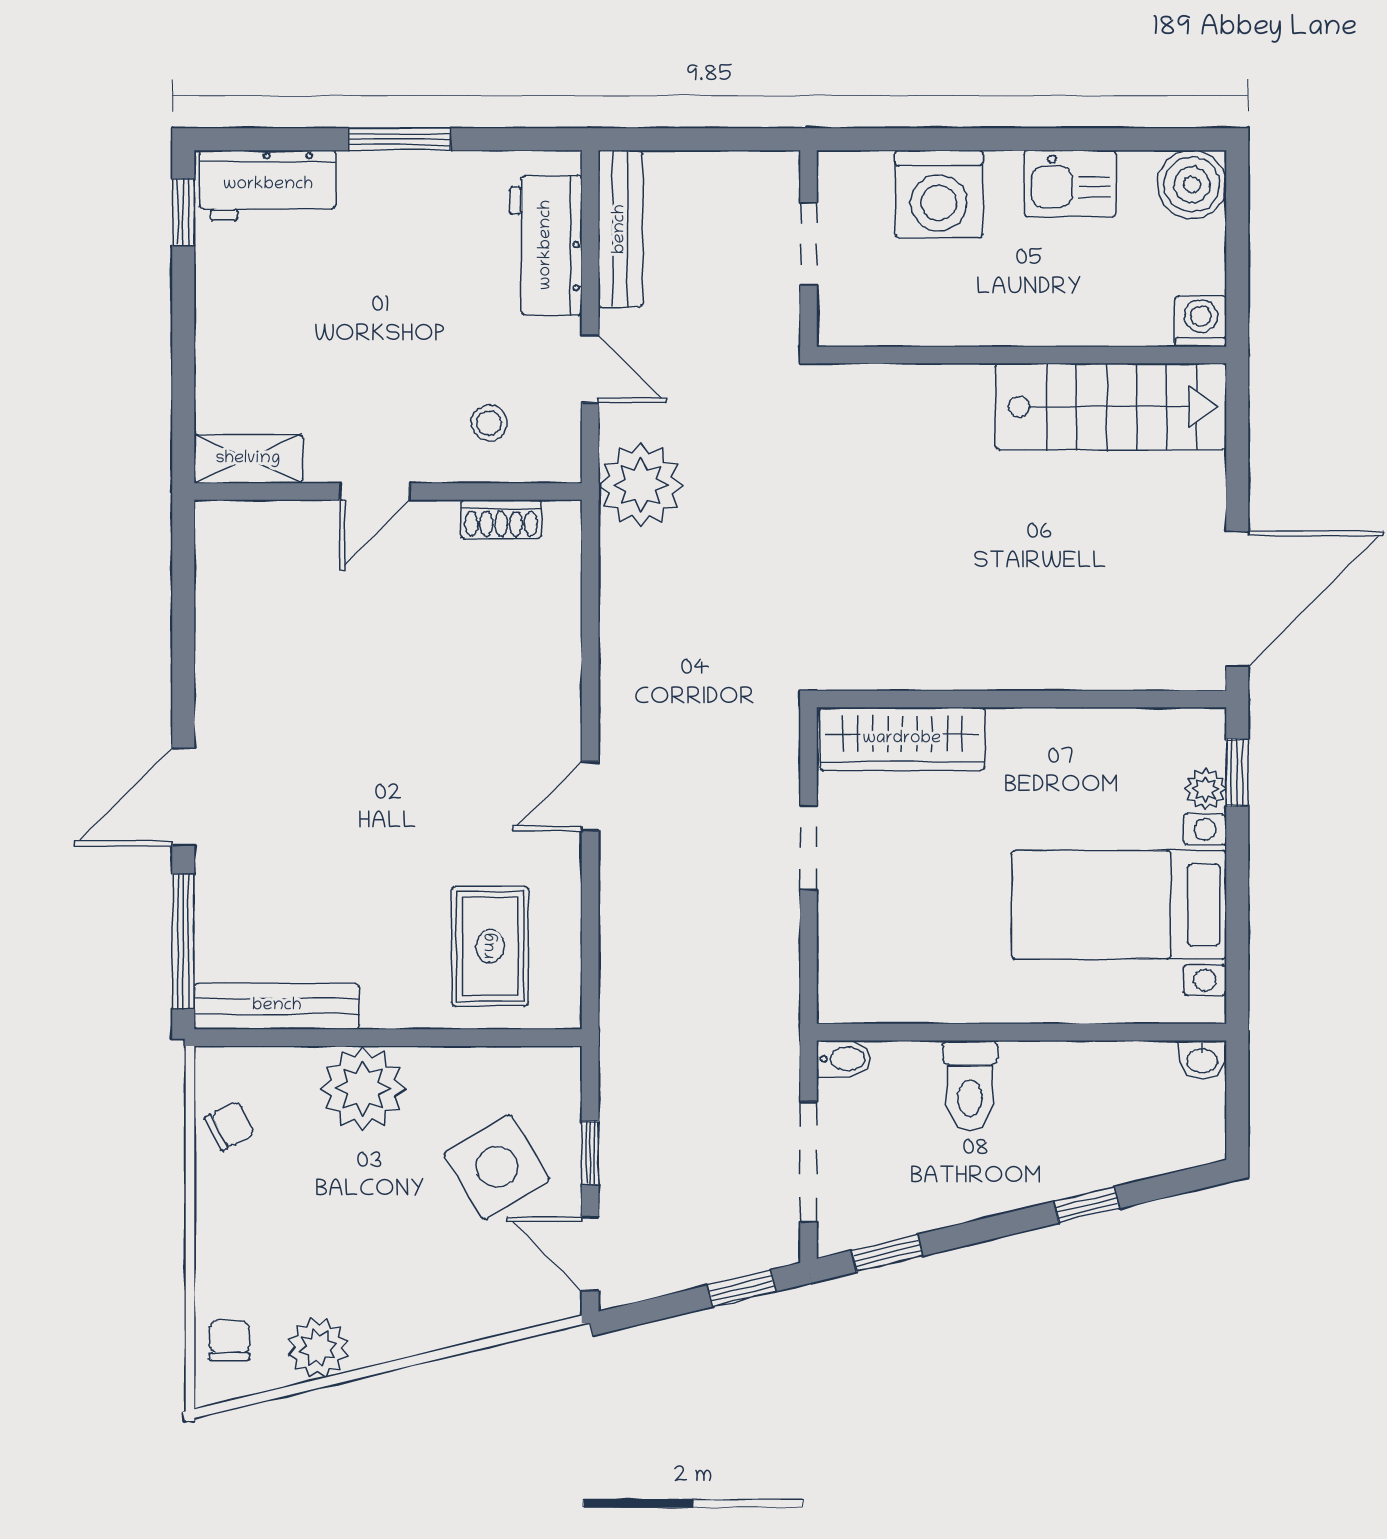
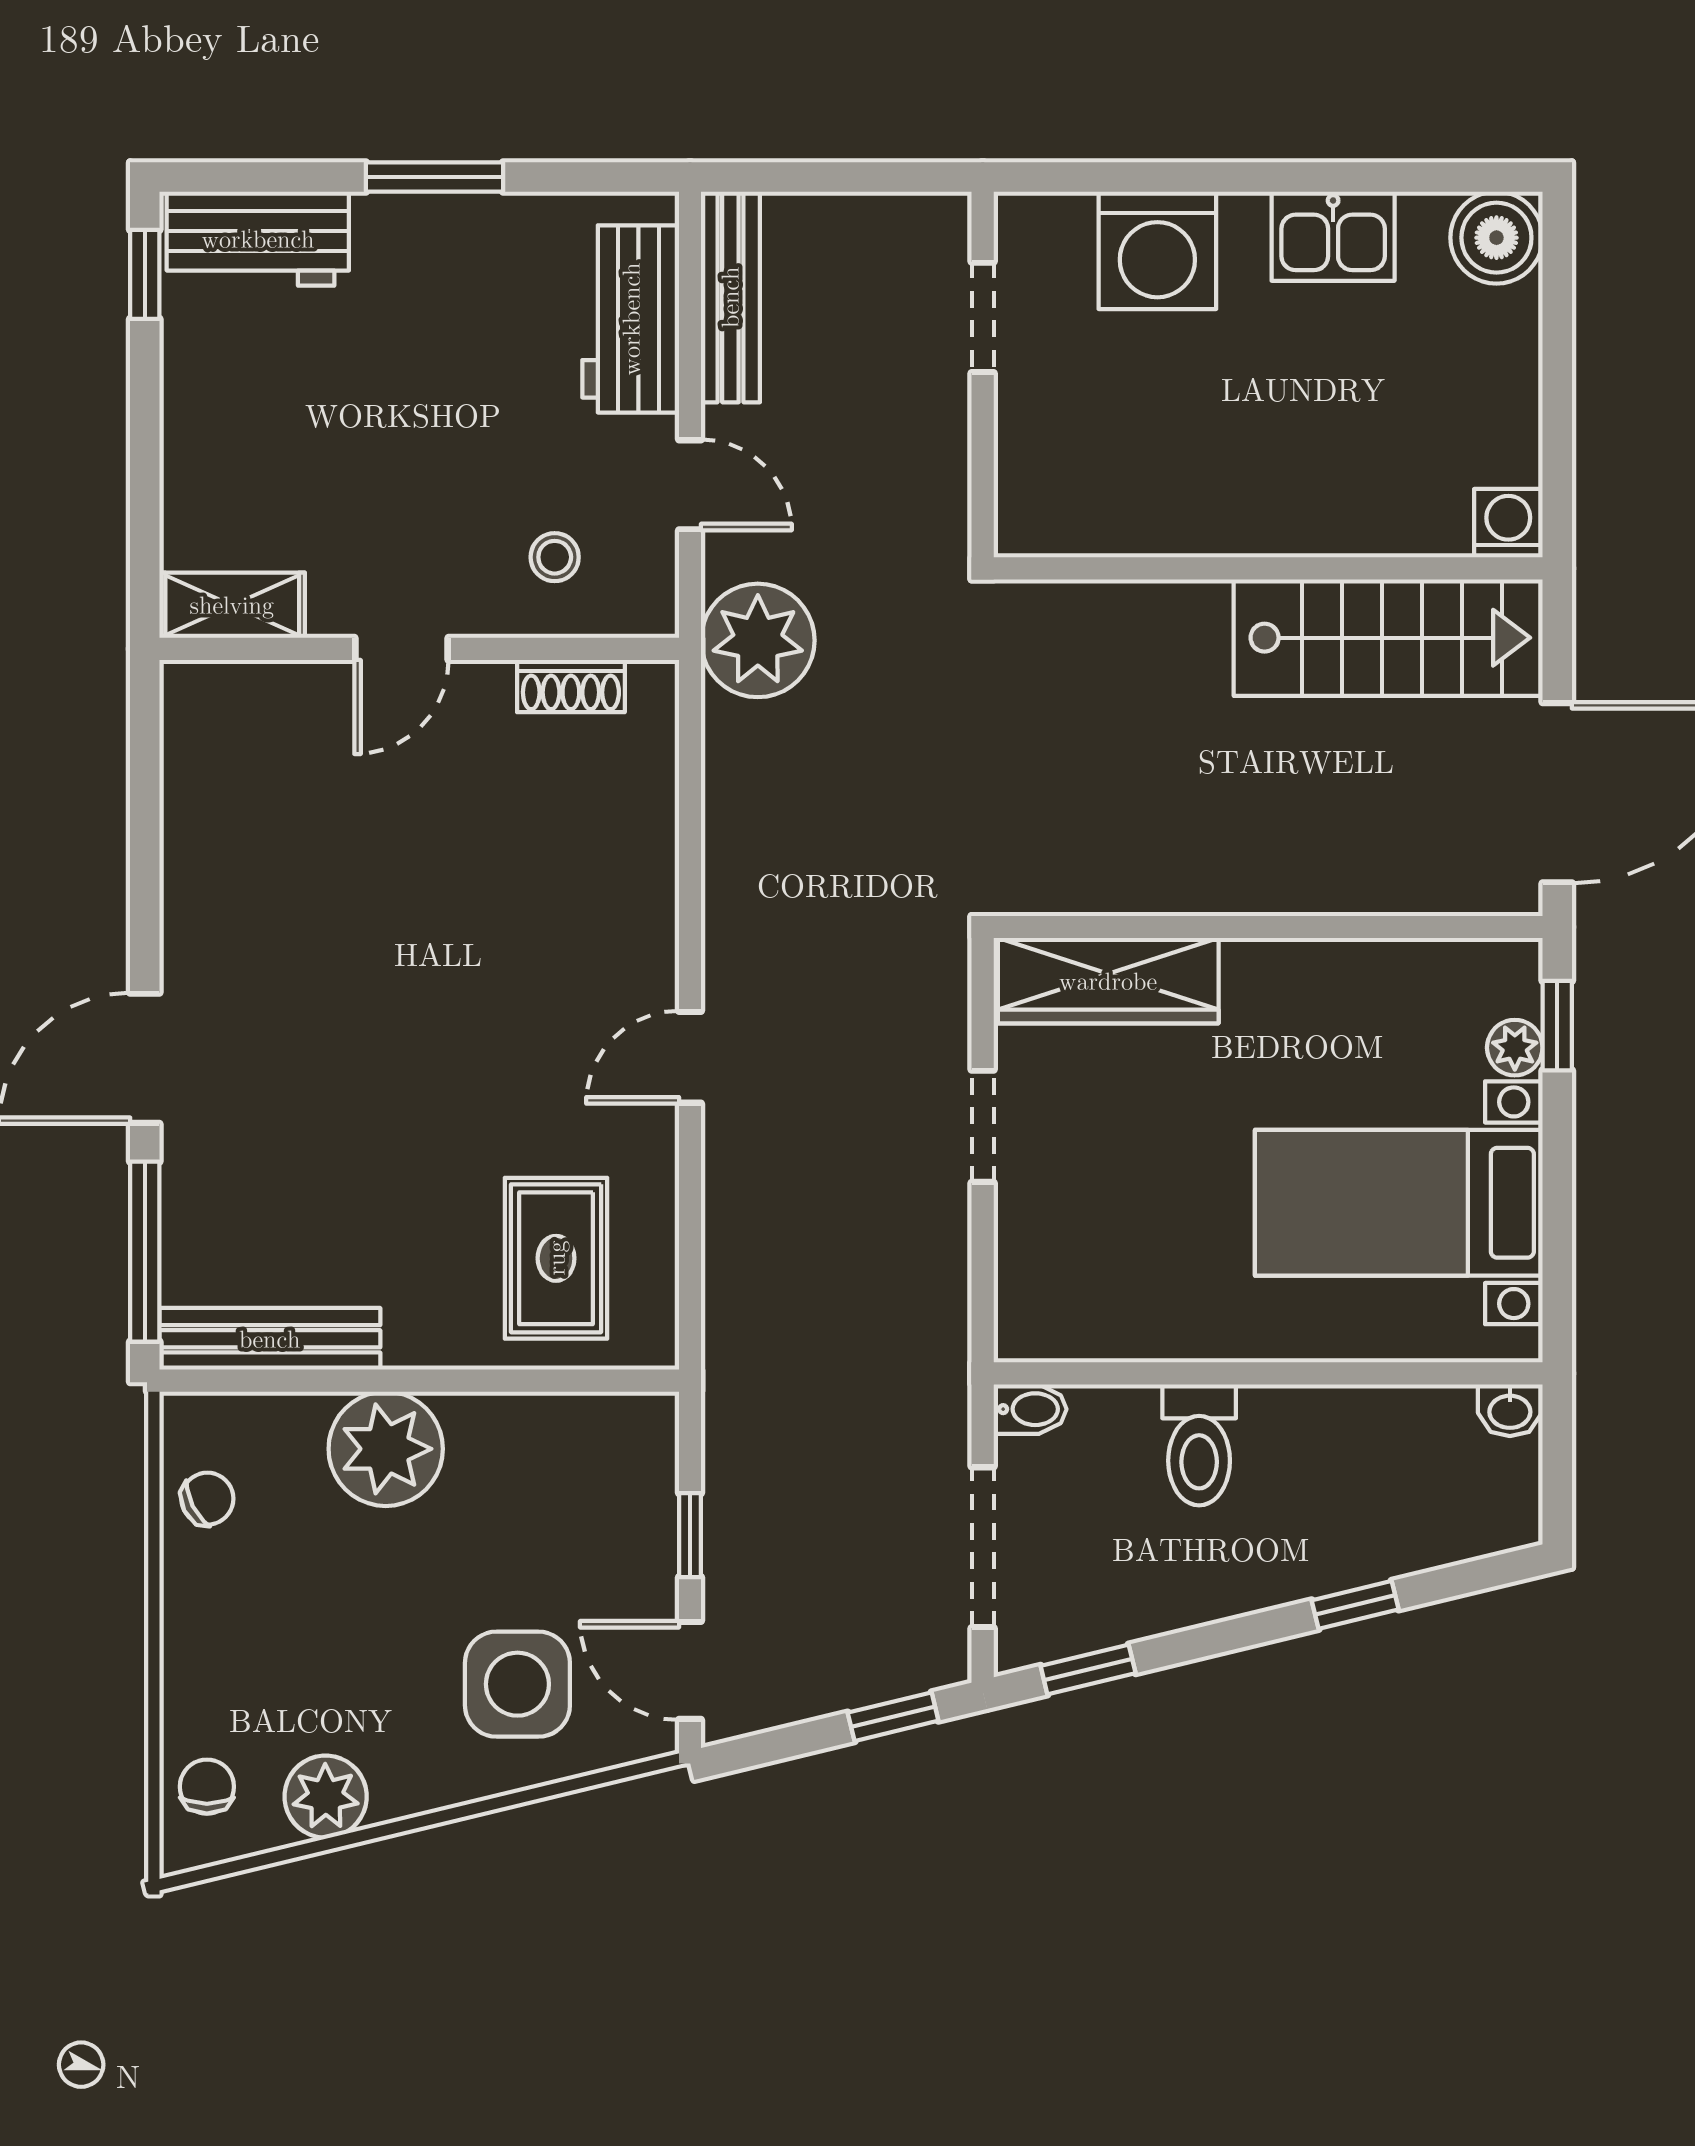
washing machine: (1201, 321) -> (1508, 523), moved
wall: (1022, 355) -> (1268, 568), moved
stairs: (1111, 407) -> (1388, 638), moved
side table: (497, 1167) -> (517, 1684), moved, turned 31

